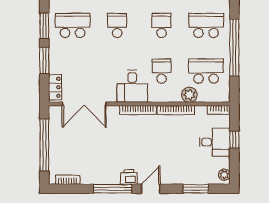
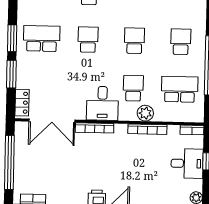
school desk: (206, 25) -> (181, 42), width x0.54
plant: (189, 95) -> (145, 113), moved
bookcase: (138, 110) -> (95, 128), moved

